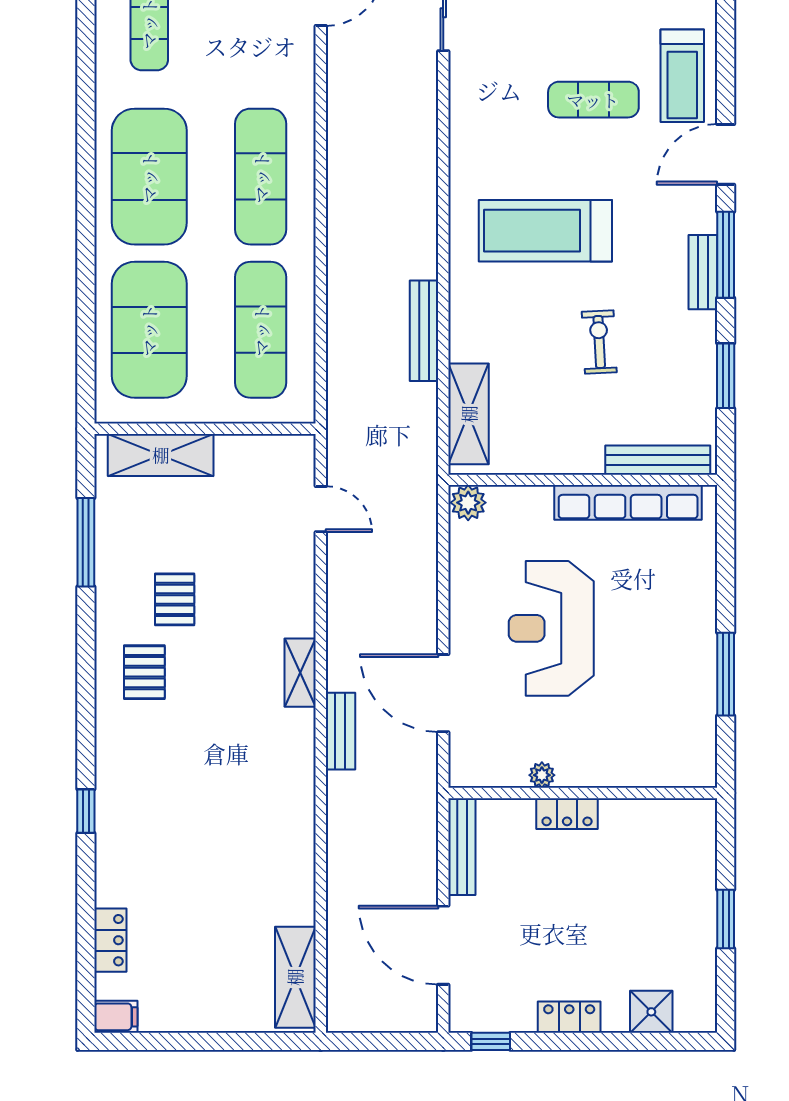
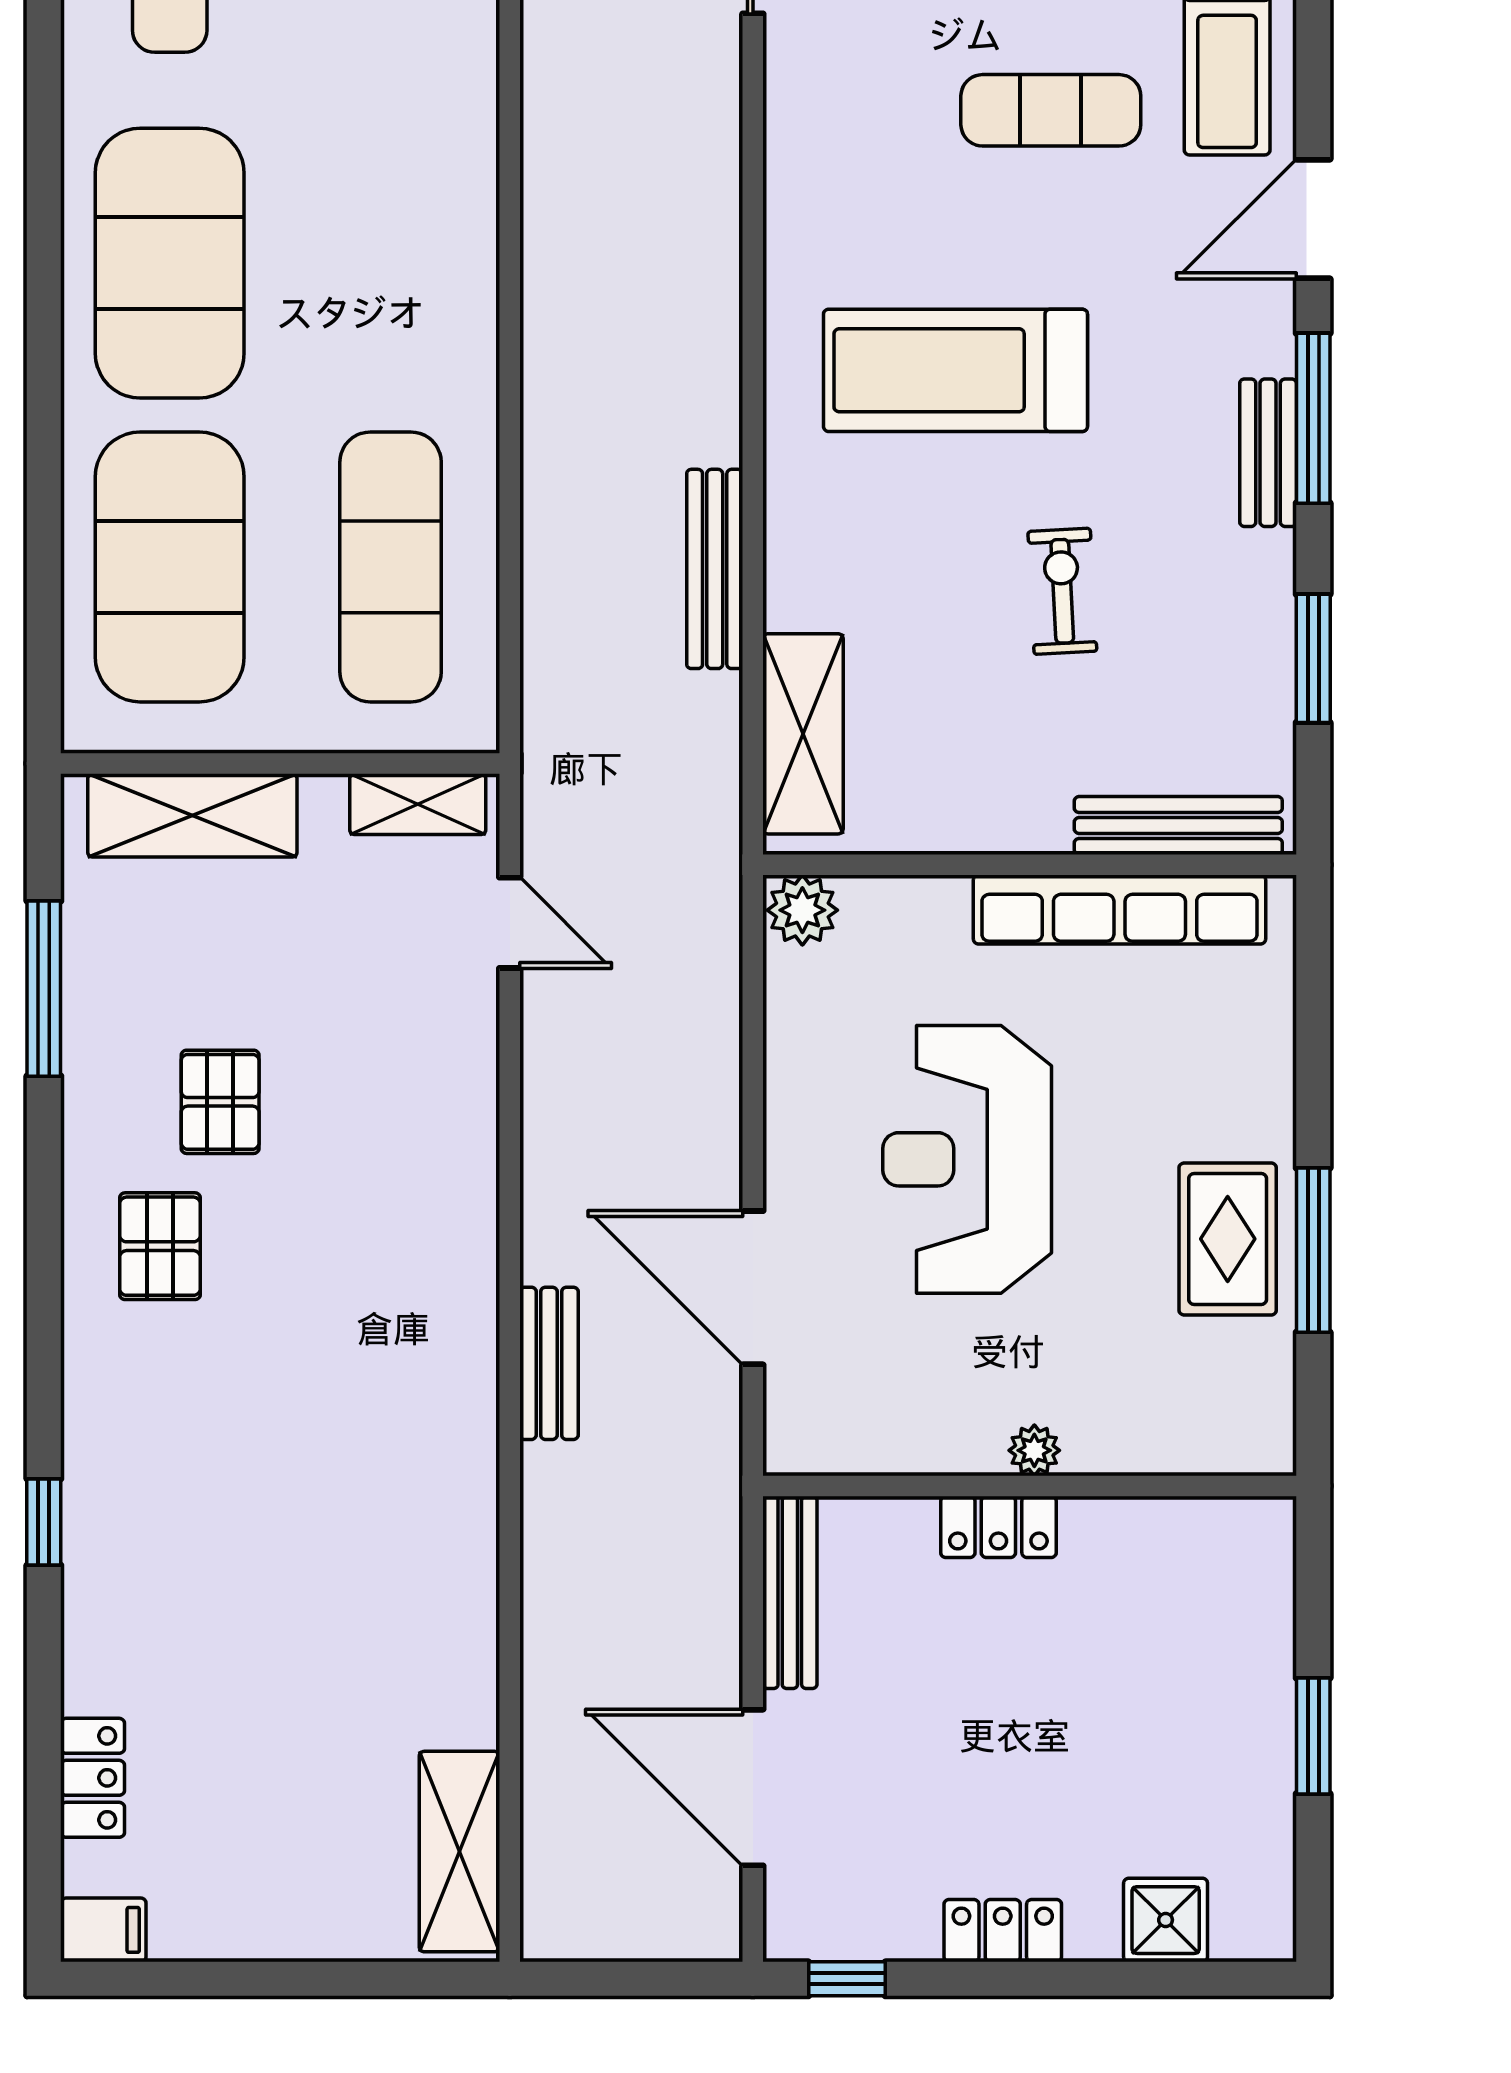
exercise mat: (261, 177) -> (391, 263), removed
rug: (683, 669) -> (1228, 1239), added
shelving: (300, 673) -> (418, 804), moved, turned 90
plant: (542, 775) -> (1034, 1450), moved

